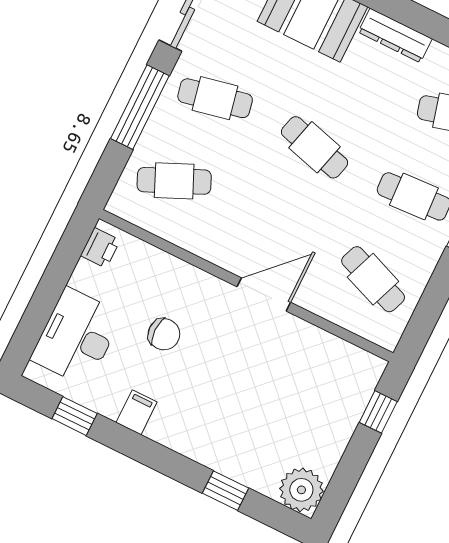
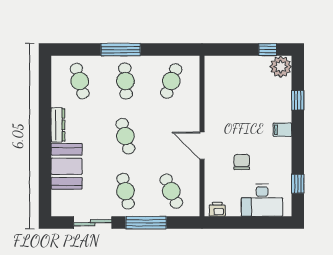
cafe table: (315, 147) -> (125, 136), turned -30
door: (264, 294) -> (202, 146), moved
filing cabinet: (137, 412) -> (282, 130), moved
window: (378, 412) -> (268, 50), moved

